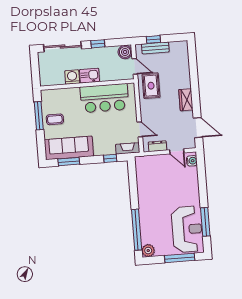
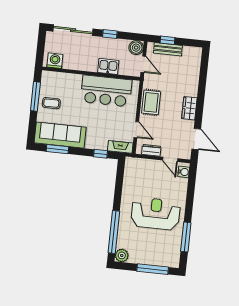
kitchen sink: (90, 76) -> (108, 66), moved
washing machine: (72, 77) -> (55, 61), moved
rug: (151, 86) -> (151, 102), moved
reception desk: (187, 229) -> (156, 214), moved, turned -90

